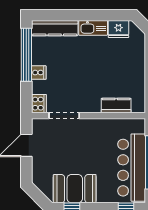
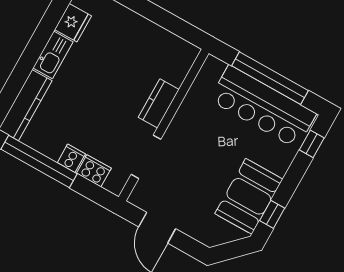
cooker: (39, 104) -> (94, 171), moved
kitchen counter: (116, 106) -> (159, 103), moved

